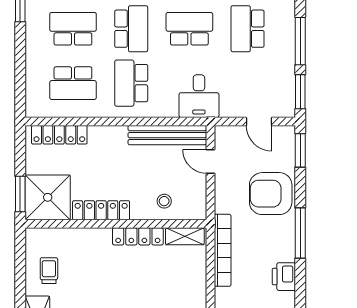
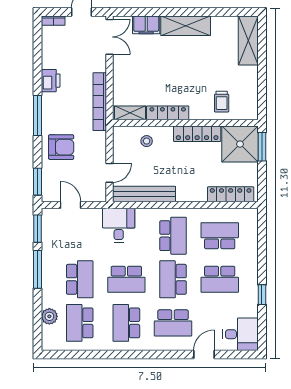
door: (210, 161) -> (109, 173), hinge flipped
armchair: (271, 194) -> (61, 147), width x0.73, depth x0.73
trolley: (49, 271) -> (222, 102), moved

